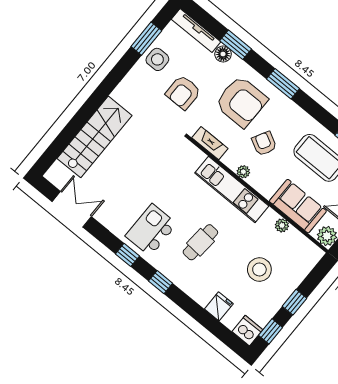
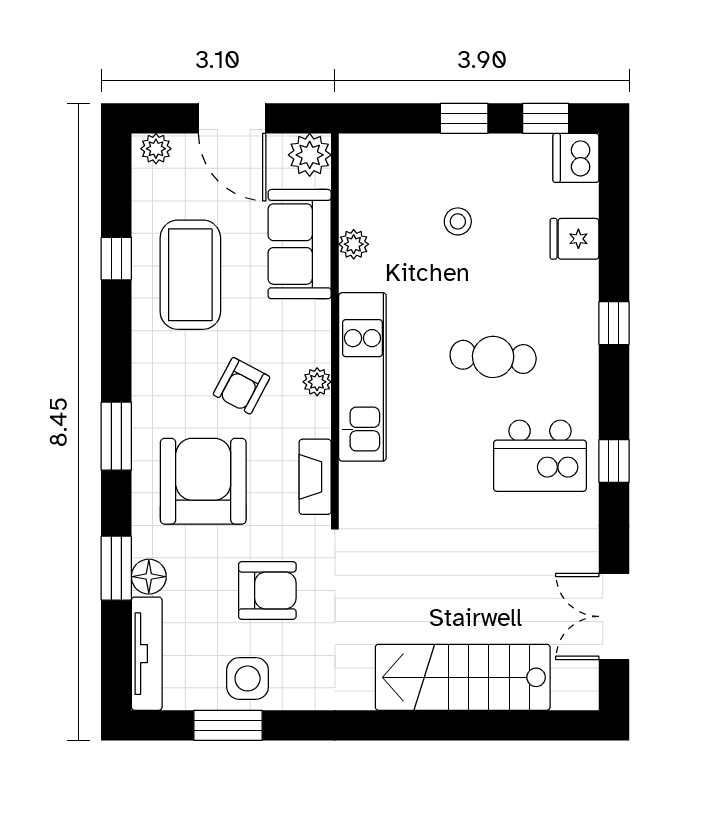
stool: (259, 270) -> (458, 221), width x0.53, depth x0.53
window: (161, 282) -> (614, 323), moved

